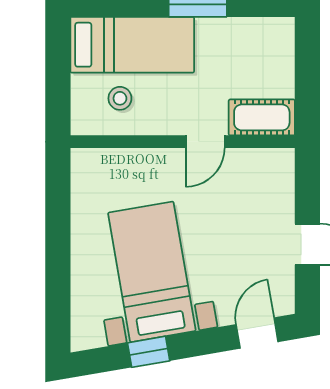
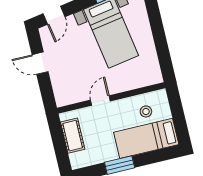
cot: (262, 117) -> (73, 136), moved, turned 90

